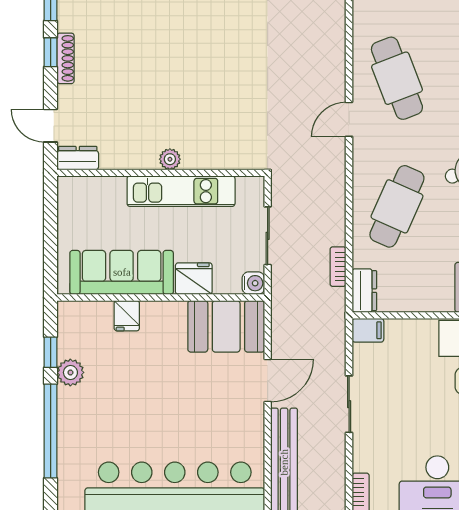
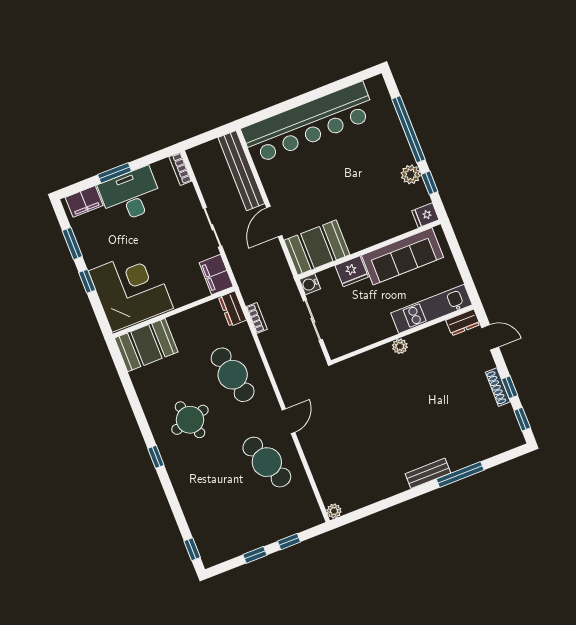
kitchen unit: (181, 191) -> (431, 309), moved
cafe table: (397, 206) -> (233, 375), turned -36
fridge: (127, 316) -> (425, 215), moved, turned -90
filing cabinet: (368, 330) -> (216, 275), width x2.00

